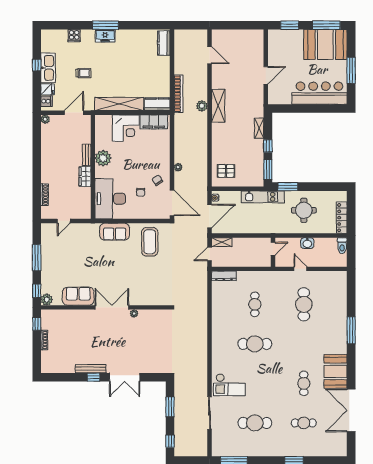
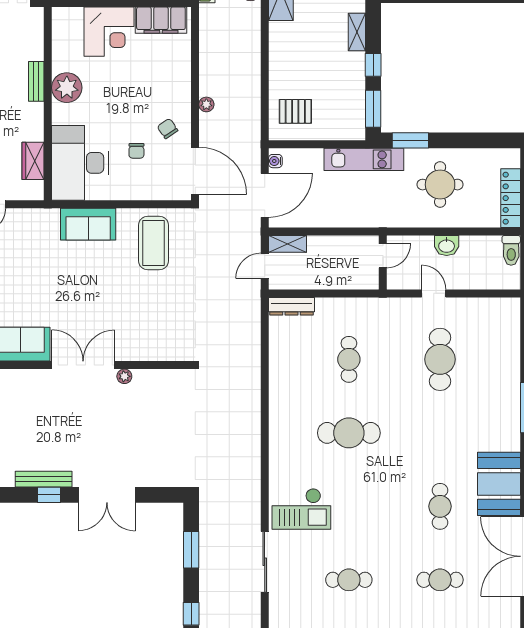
wardrobe: (85, 177) -> (33, 161), moved
cafe table: (255, 423) -> (349, 580), width x0.73, depth x0.74

